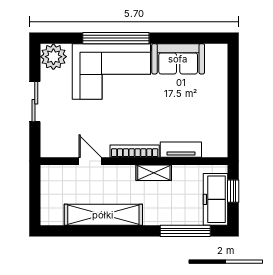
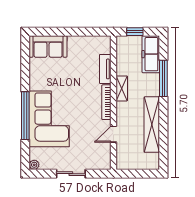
plant: (53, 57) -> (34, 165), width x0.53, depth x0.53
sofa: (178, 59) -> (48, 46), moved, turned 90
freezer: (216, 199) -> (151, 54), moved, turned 90
window: (185, 231) -> (163, 78), moved

